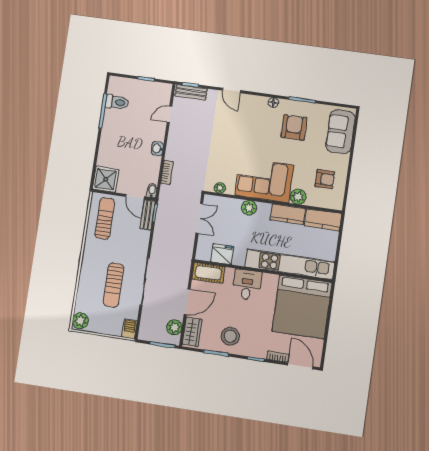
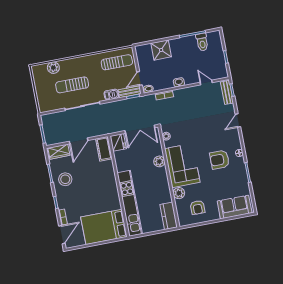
armchair: (294, 127) -> (220, 160), moved, turned 180
shower: (106, 179) -> (161, 50), moved
kitchen counter: (288, 214) -> (164, 190), removed
double door: (199, 218) -> (140, 129), width x1.37
fridge: (222, 254) -> (118, 142), moved
desk: (247, 285) -> (105, 179), removed
door: (187, 302) -> (79, 141), hinge flipped
bed: (302, 307) -> (104, 227), width x0.73
plant: (80, 321) -> (53, 68), moved
plant: (174, 327) -> (58, 138), removed
barbecue: (130, 329) -> (111, 95), moved

